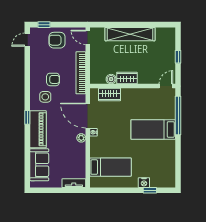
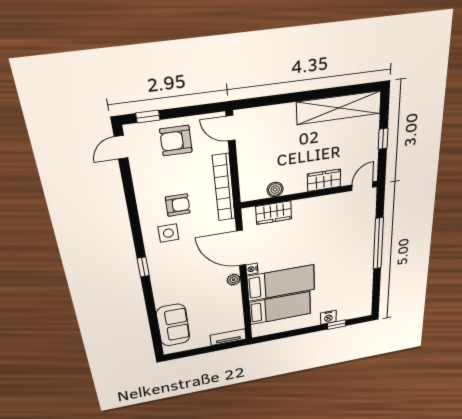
shelving: (130, 34) -> (339, 108), moved
wardrobe: (127, 78) -> (324, 180), moved
window: (178, 115) -> (378, 244), moved
piano: (38, 129) -> (164, 280), removed
bed: (153, 129) -> (281, 283), moved, turned 180

